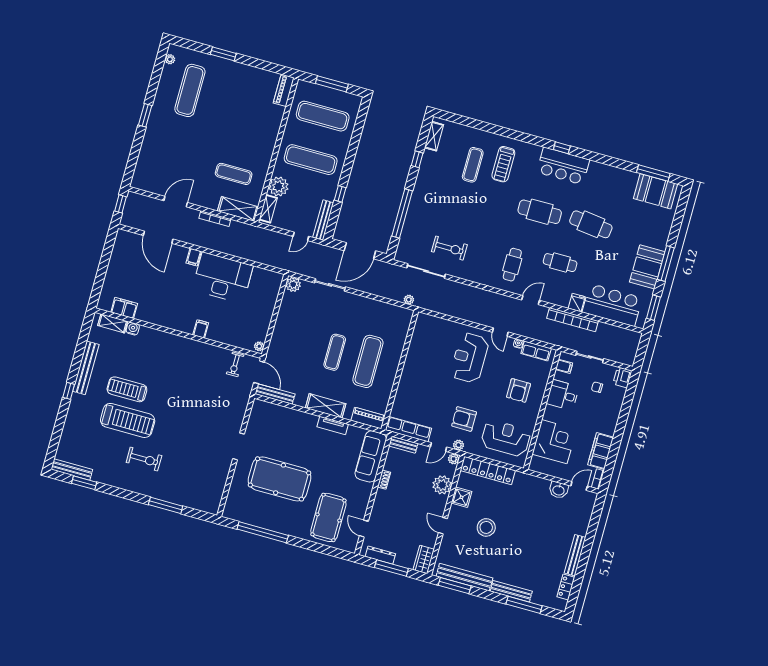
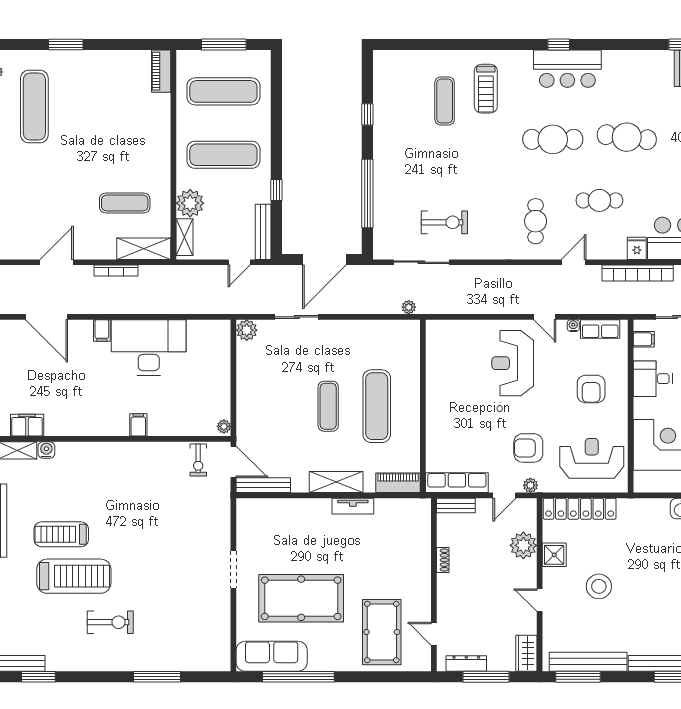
shelving: (434, 136) -> (382, 77), removed
sofa: (371, 456) -> (272, 656), moved, turned 90
plant: (454, 459) -> (529, 506), removed

